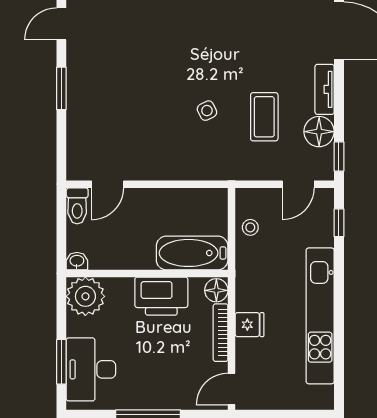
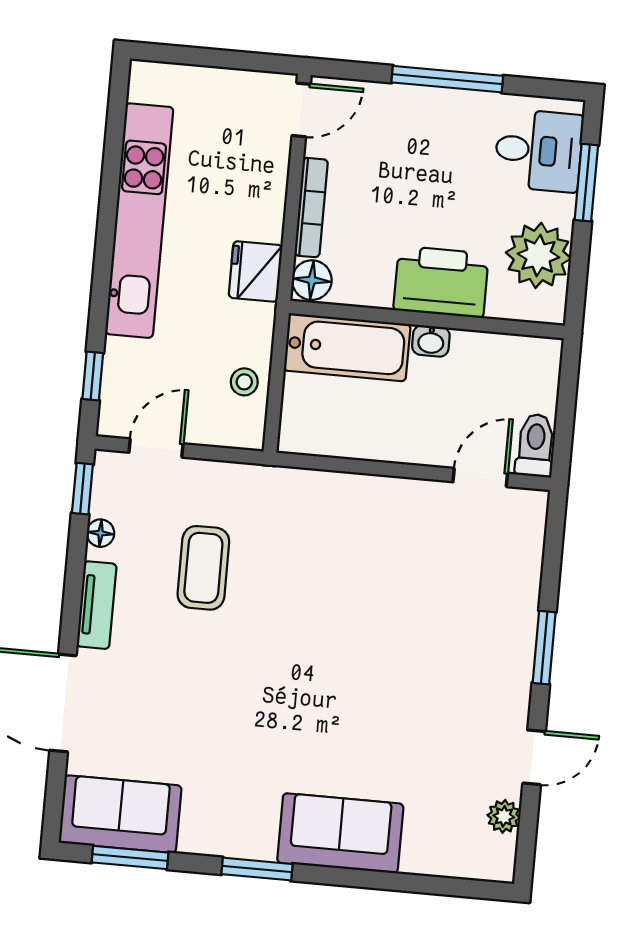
side table: (207, 111) -> (300, 587), removed
floor lamp: (319, 132) -> (100, 533), width x0.53, depth x0.53
washbasin: (77, 261) -> (431, 341), moved
plant: (85, 296) -> (538, 255), moved
printer: (161, 296) -> (441, 282), moved
fridge: (250, 325) -> (256, 272), moved, width x1.38
desk: (91, 369) -> (539, 150), width x0.73

